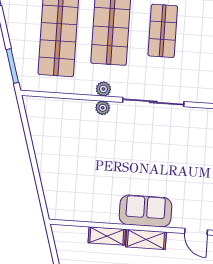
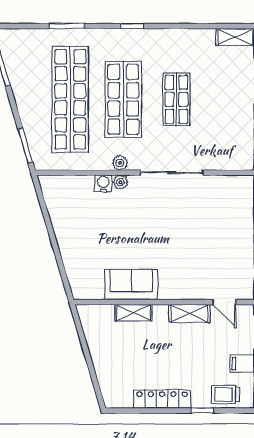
water cooler: (86, 108) -> (103, 183), added
sofa: (145, 211) -> (132, 284), moved
shelving: (146, 239) -> (189, 313), moved

